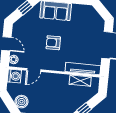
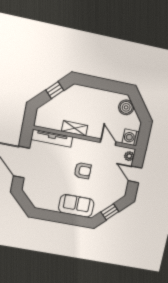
door: (34, 70) -> (108, 142), hinge flipped
shelving: (80, 81) -> (75, 128), moved

